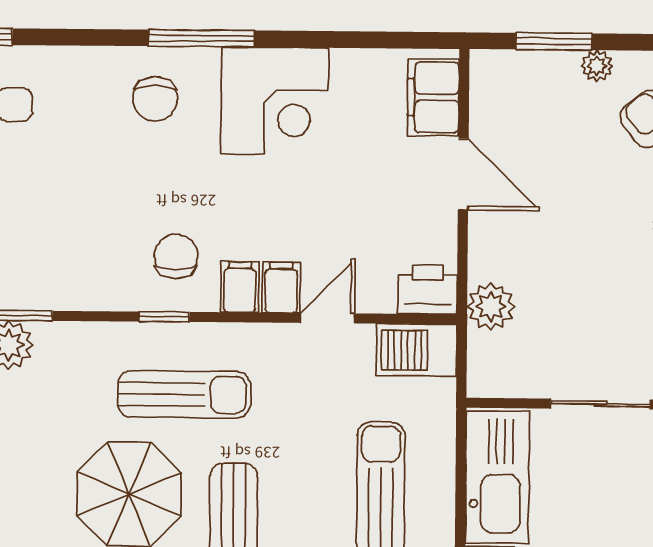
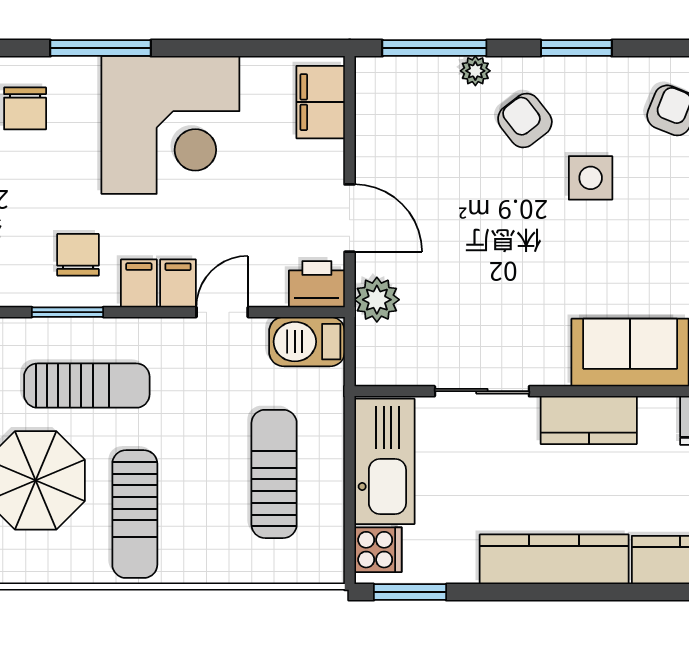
window: (554, 41) -> (434, 48), width x1.44
chair: (155, 99) -> (25, 108), moved
corner desk: (275, 101) -> (170, 125), width x1.36, depth x1.36
door: (463, 174) -> (350, 218), moved
window: (164, 317) -> (67, 312), width x1.50

